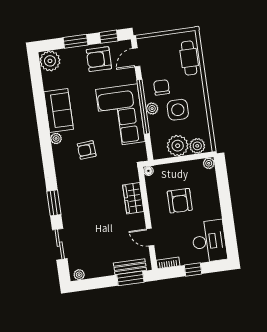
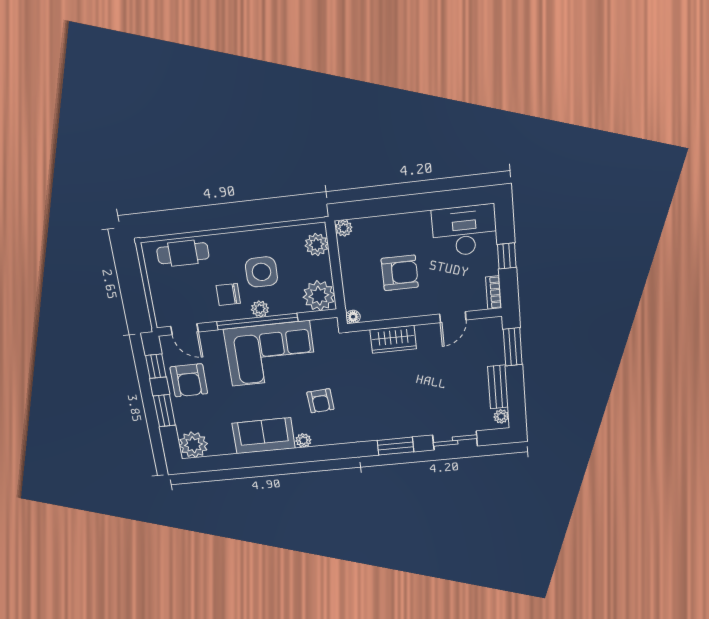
plant: (178, 146) -> (319, 296), moved
bench: (130, 267) -> (498, 387), moved

